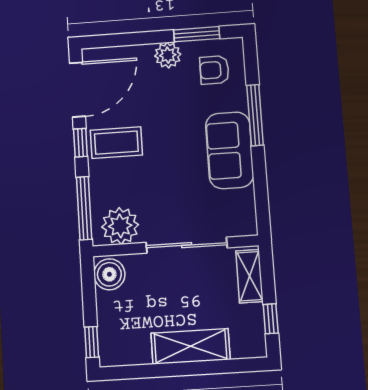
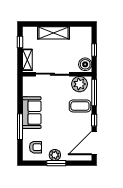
window: (197, 34) -> (56, 163), moved
coffee table: (116, 143) -> (80, 106), moved
window: (92, 342) -> (94, 50), moved

